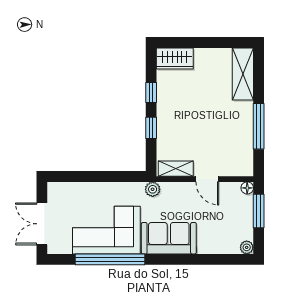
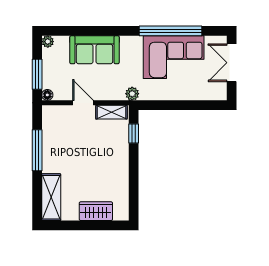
wardrobe: (175, 58) -> (96, 211), moved
window: (151, 92) -> (134, 181), removed
window: (151, 128) -> (134, 133), moved
double door: (42, 224) -> (232, 63), swing flipped
sofa: (169, 238) -> (95, 50), moved

